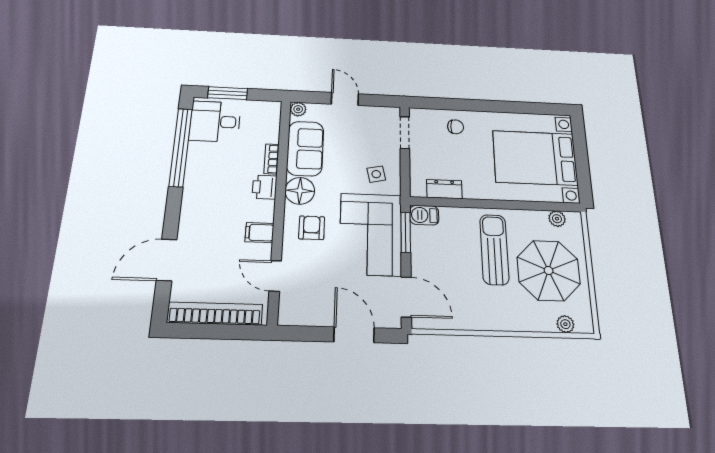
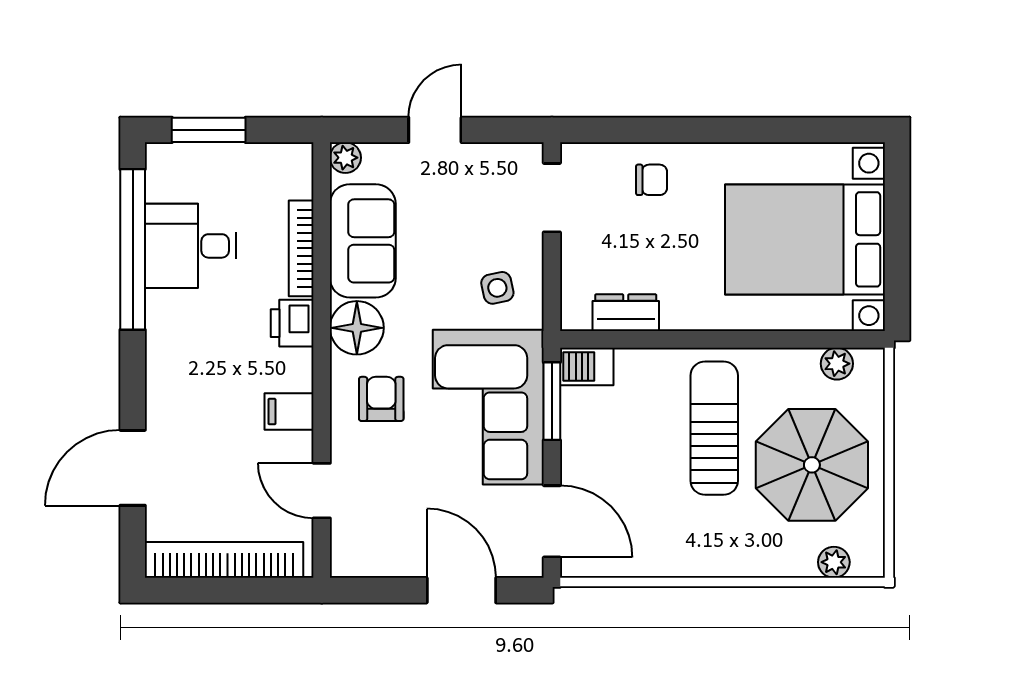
door: (345, 99) -> (435, 130), hinge flipped
desk: (215, 122) -> (191, 246), moved
bookcase: (272, 159) -> (301, 248), width x1.56

